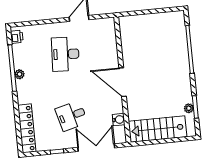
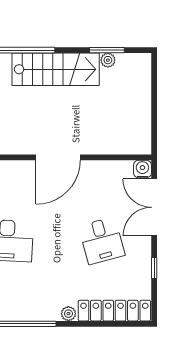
plant: (19, 74) -> (68, 314), moved
water cooler: (119, 120) -> (142, 169), moved
stairs: (158, 129) -> (56, 69), moved, turned -90

